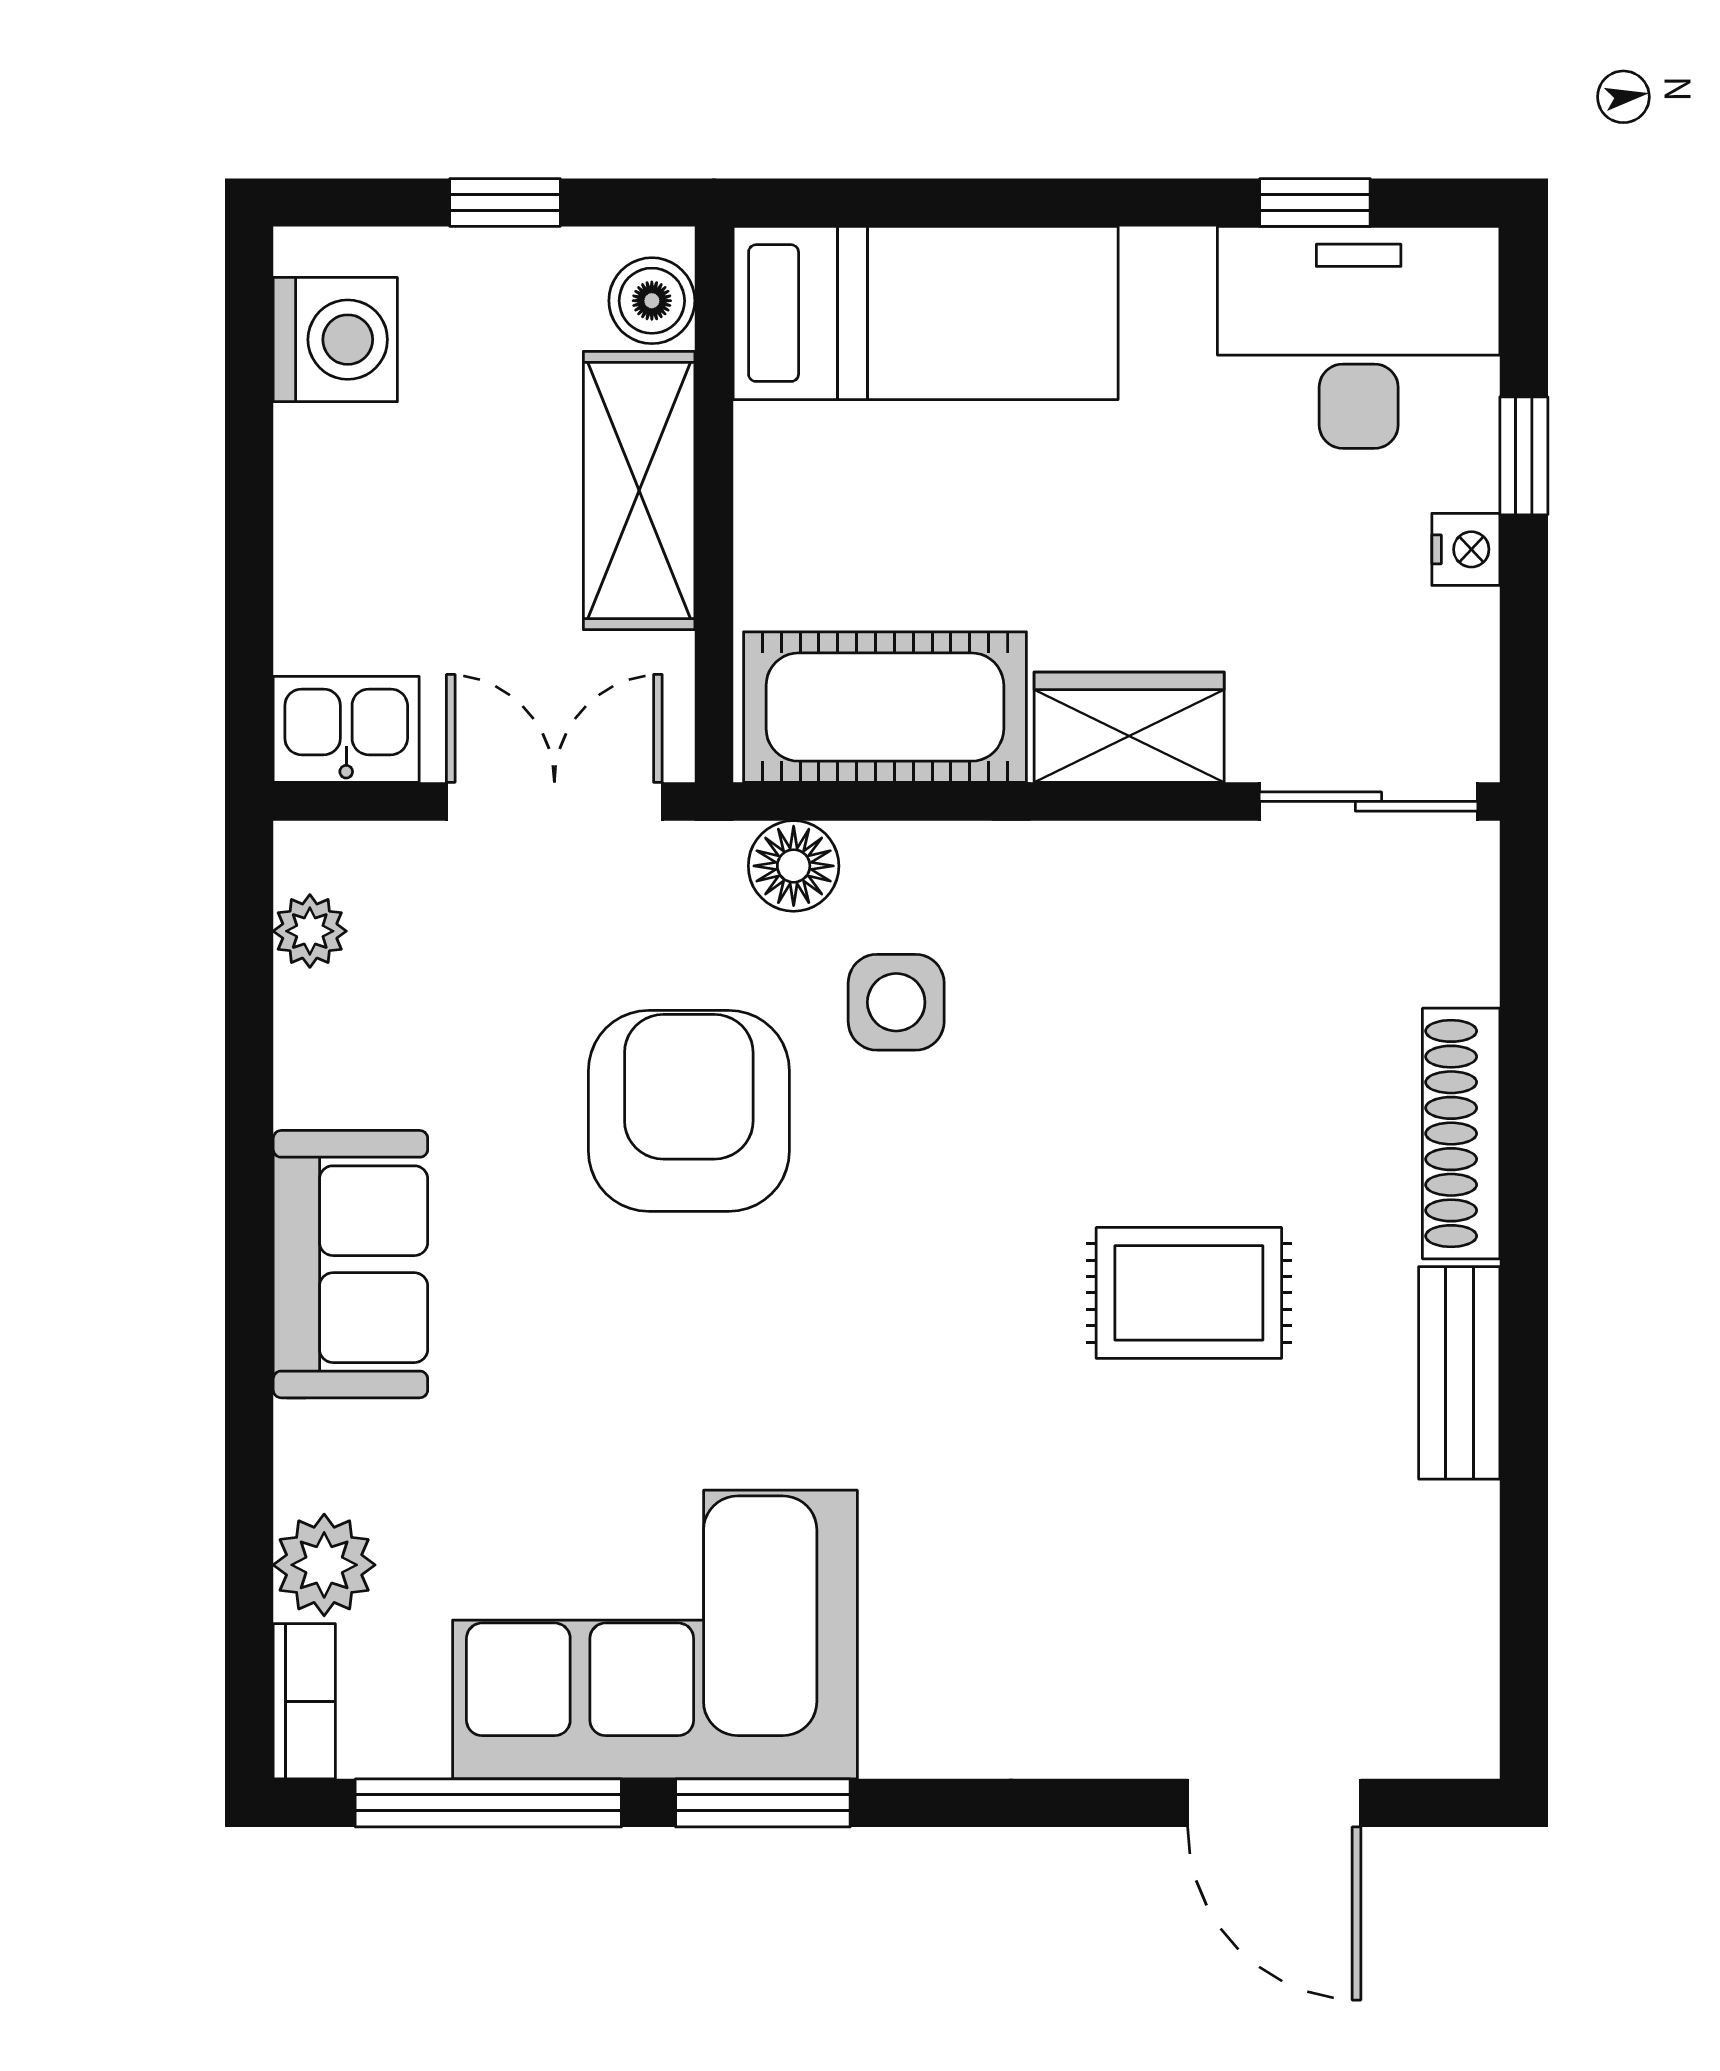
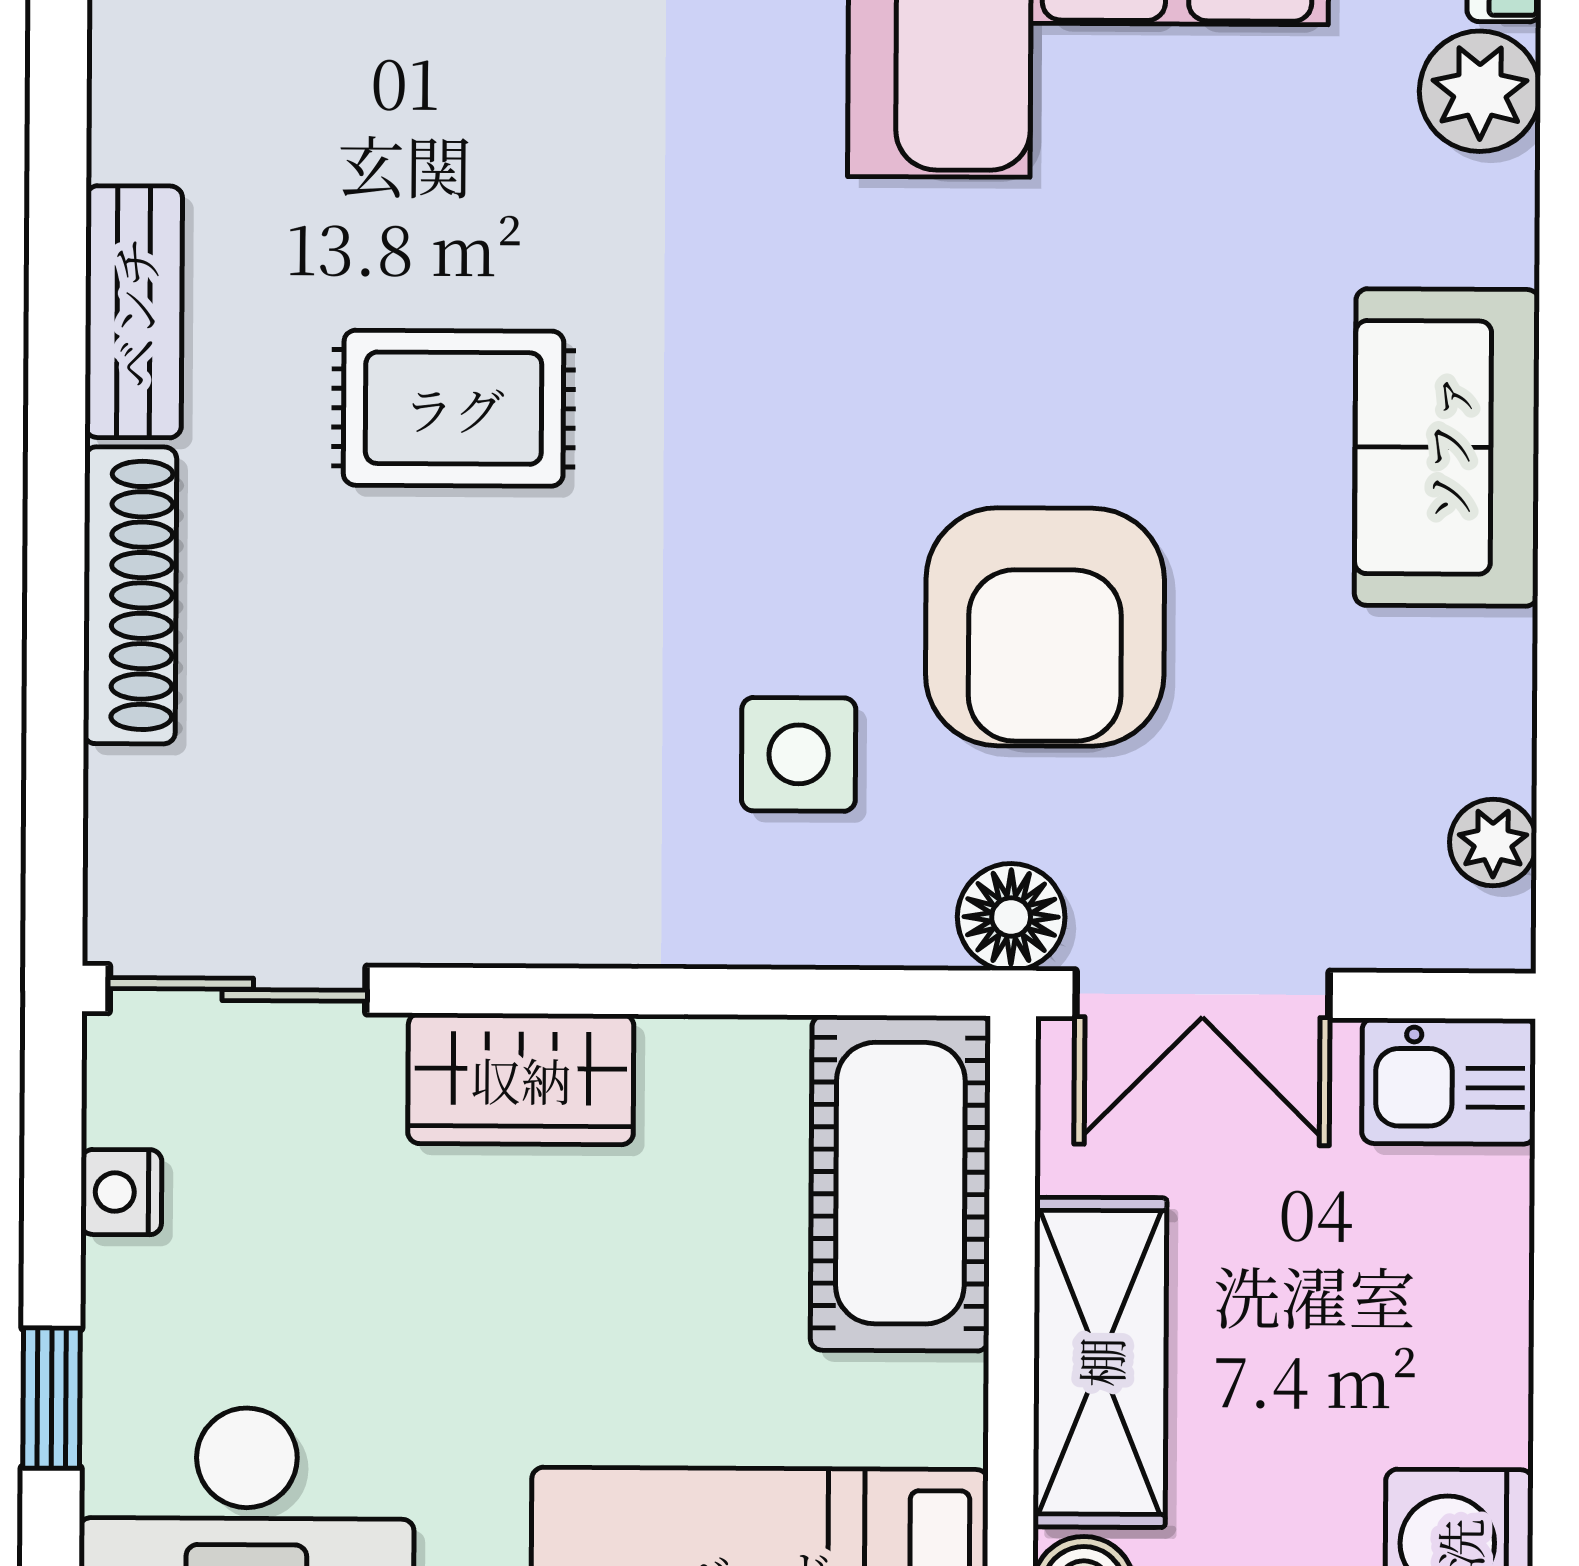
nightstand: (1466, 549) -> (121, 1192), moved
cot: (885, 707) -> (900, 1183), moved, turned 90
floor lamp: (794, 866) -> (1011, 917), moved

